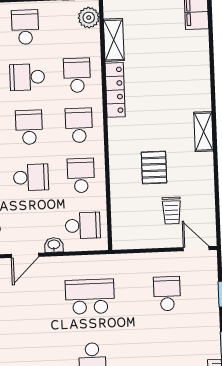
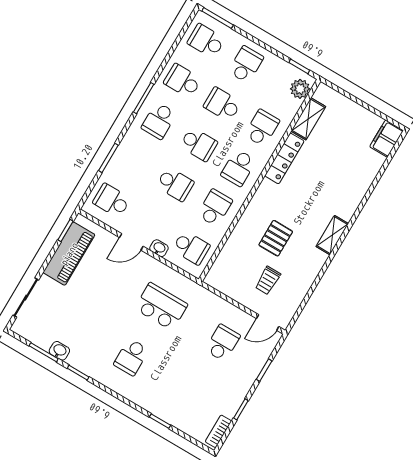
school desk: (79, 125) -> (238, 168), turned 180
school desk: (29, 127) -> (199, 144), turned 90
door: (196, 249) -> (268, 322), swing flipped

